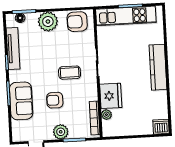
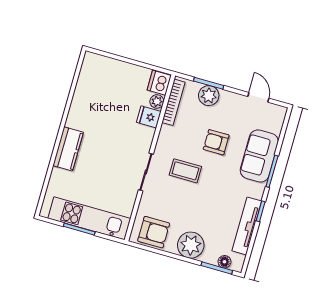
kitchen counter: (158, 67) -> (68, 149), width x0.67
fridge: (111, 96) -> (149, 117), width x0.53, depth x0.75
armchair: (55, 100) -> (216, 142), turned 180
dishwasher: (161, 127) -> (159, 83), moved, turned 90
plant: (61, 132) -> (209, 96), moved

